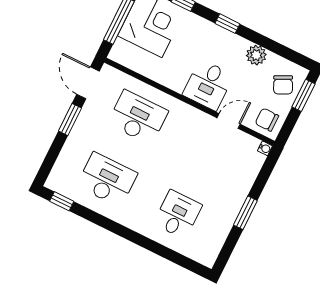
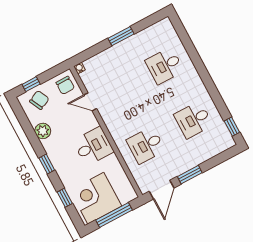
desk: (208, 85) -> (93, 146), moved
window: (303, 95) -> (31, 84), width x0.67
desk: (138, 117) -> (146, 145), width x0.73
desk: (107, 180) -> (193, 120), width x0.73

